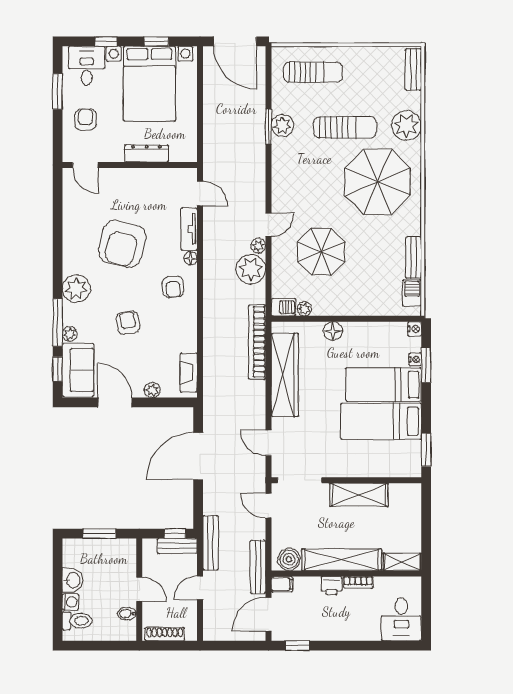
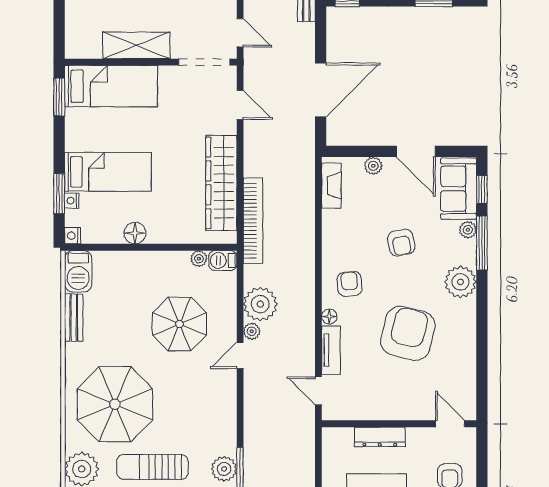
barbecue: (412, 293) -> (78, 271), width x1.38, depth x1.27
floor lamp: (333, 331) -> (135, 233), moved
bed: (381, 421) -> (111, 86), moved

